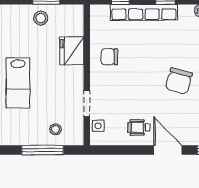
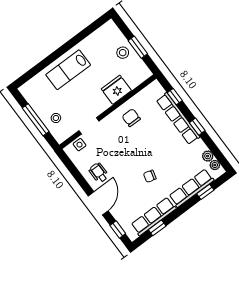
chair: (179, 81) -> (150, 176), width x0.54, depth x0.54

